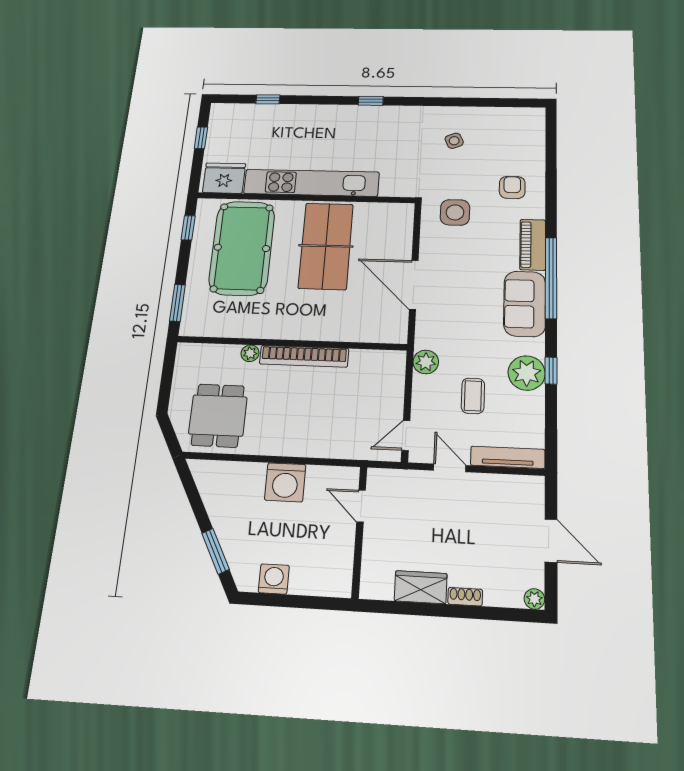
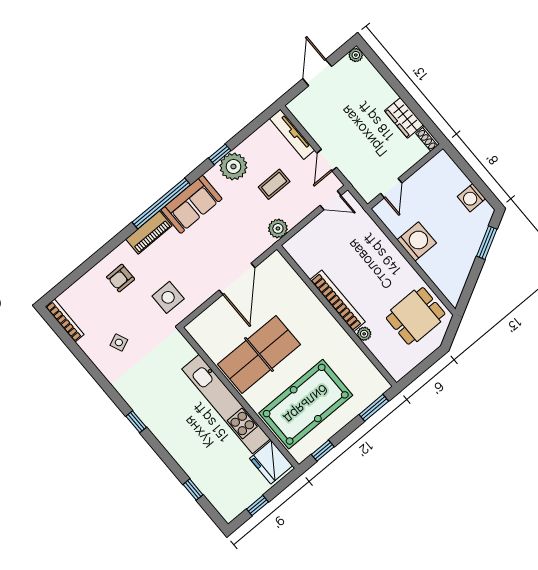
bookcase: (517, 113) -> (65, 321), added
shoe rack: (465, 597) -> (428, 139), moved

